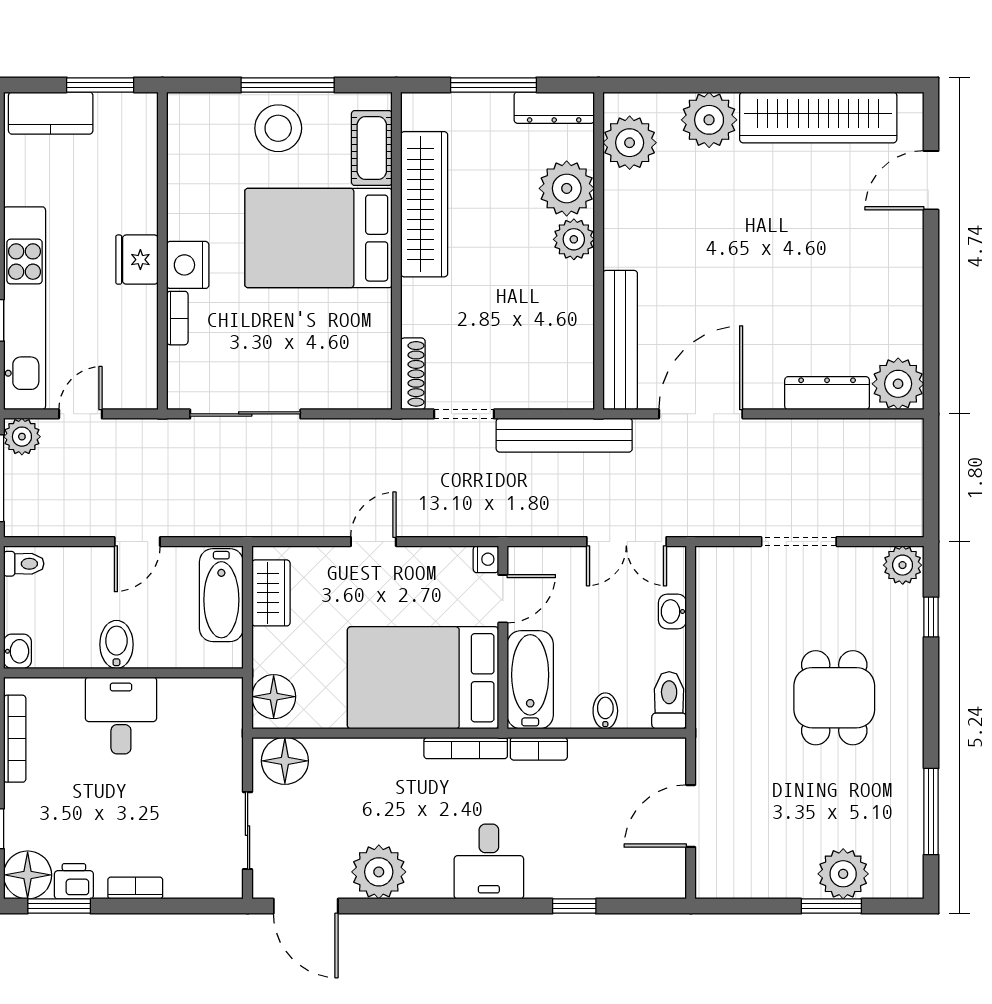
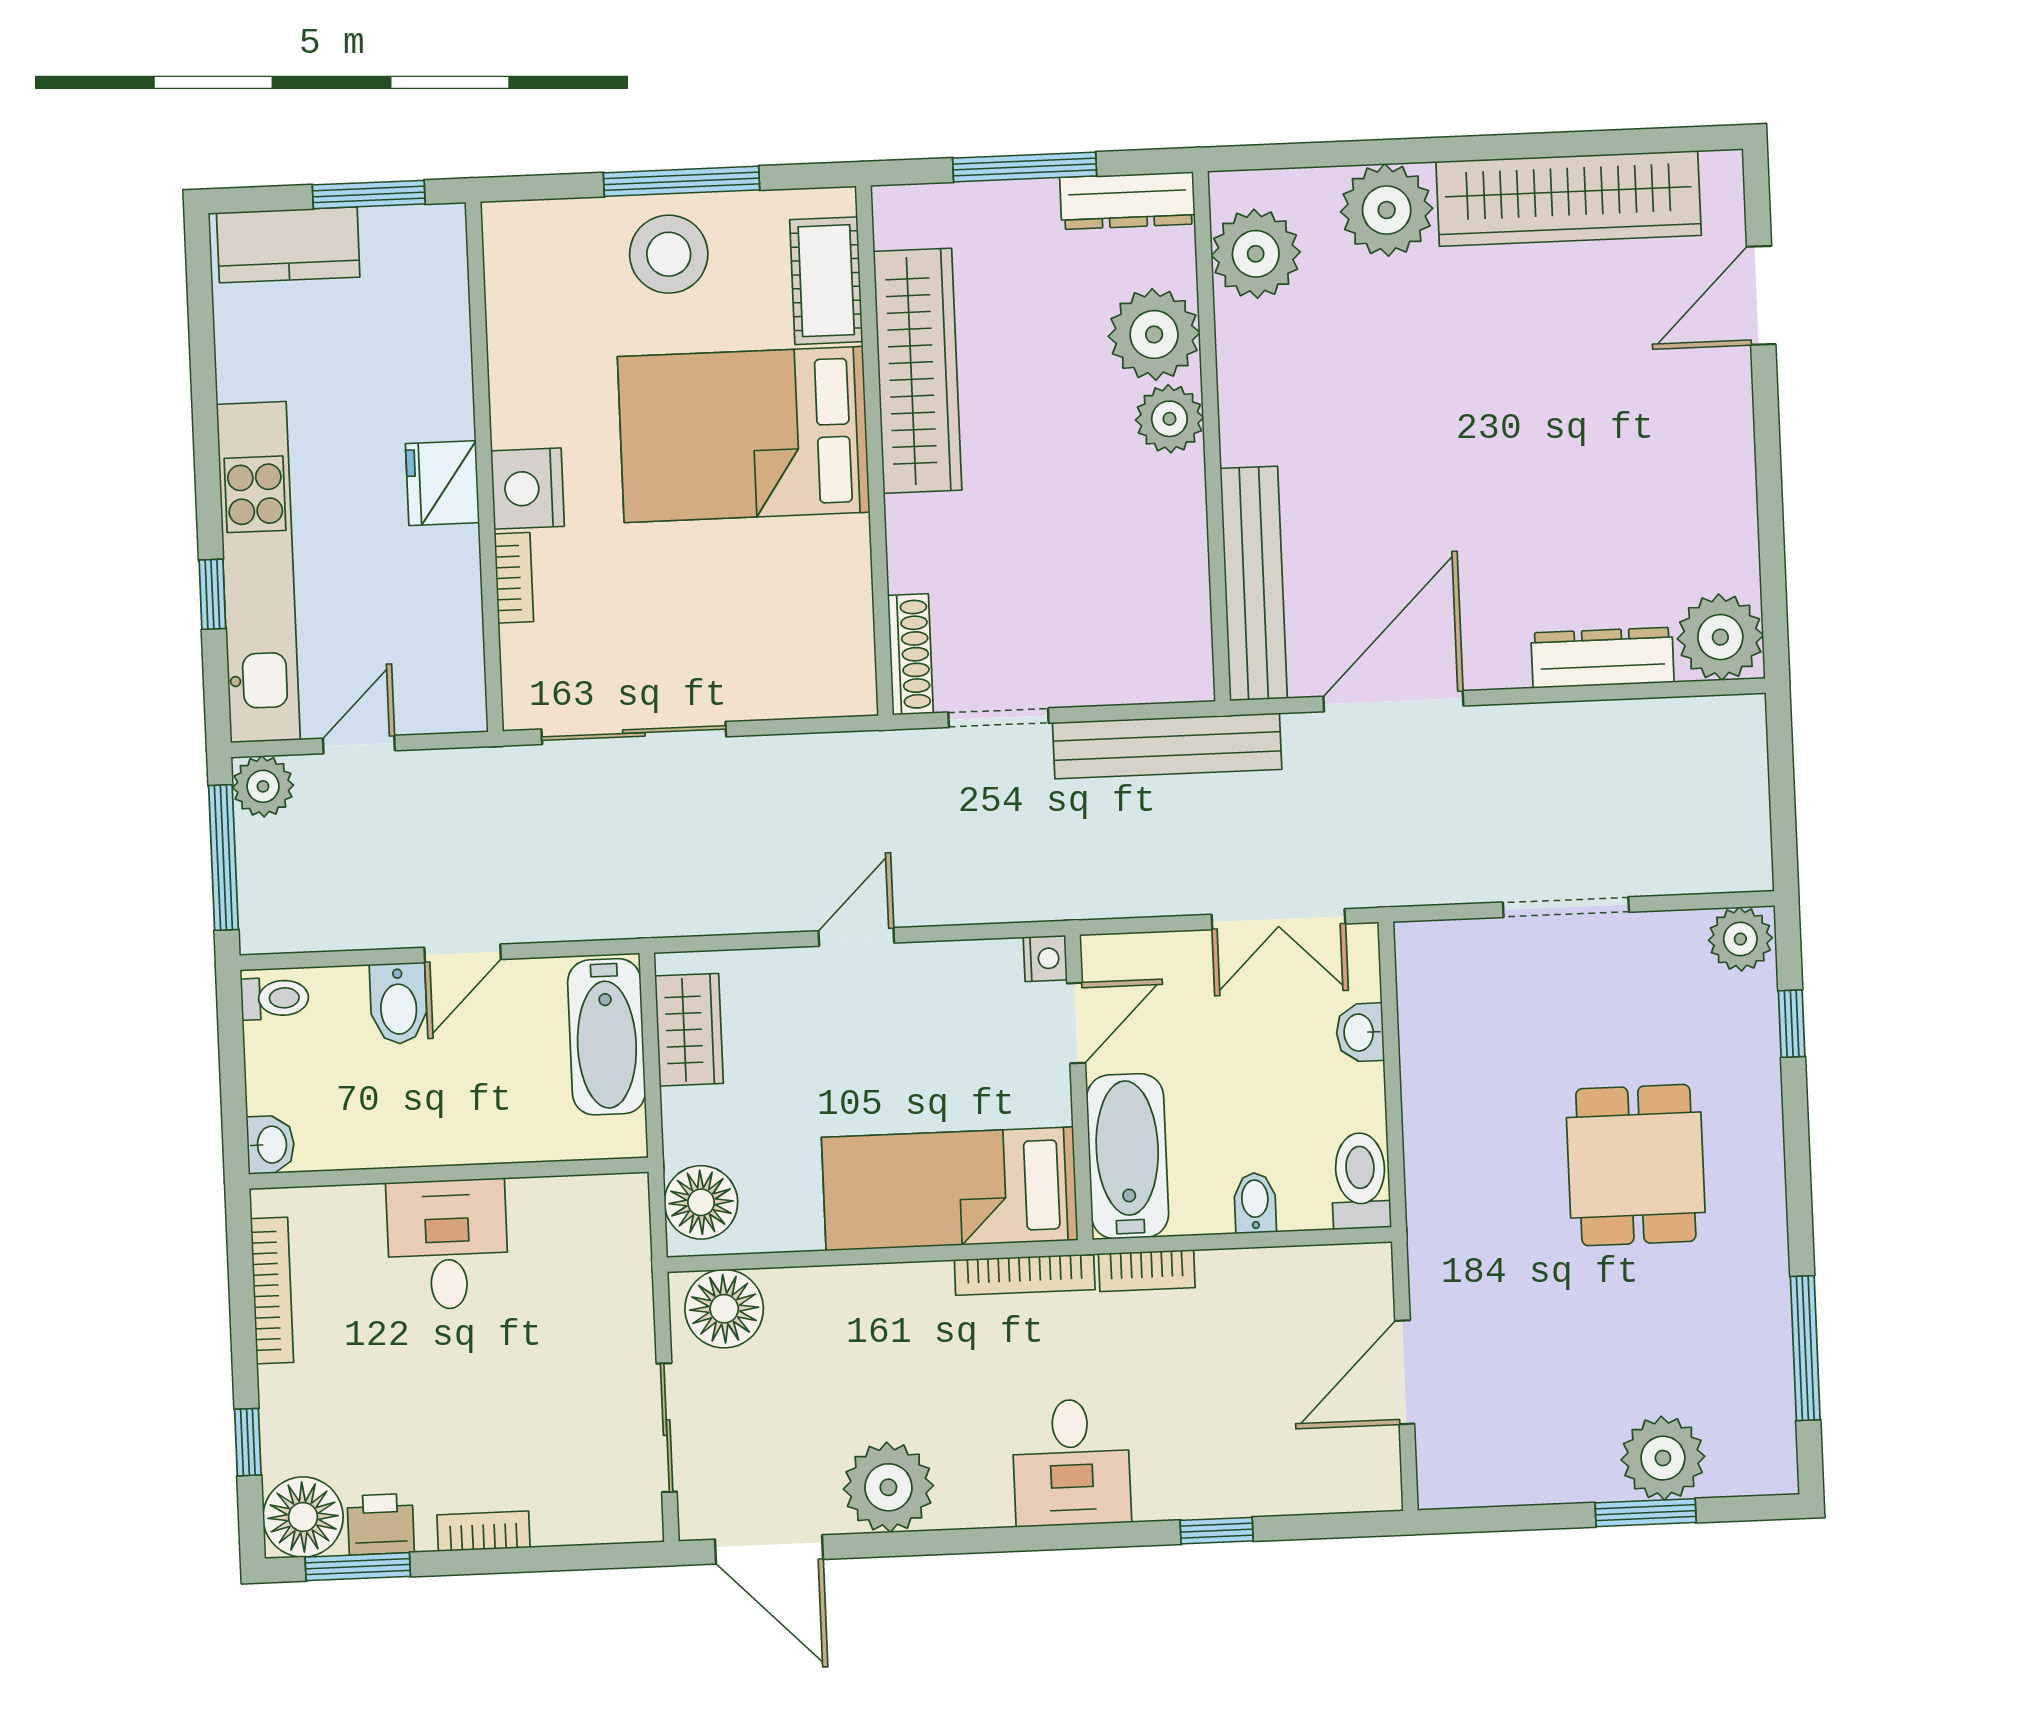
bidet: (116, 644) -> (398, 1003), moved, turned 180
bed: (423, 678) -> (950, 1189), width x0.67

